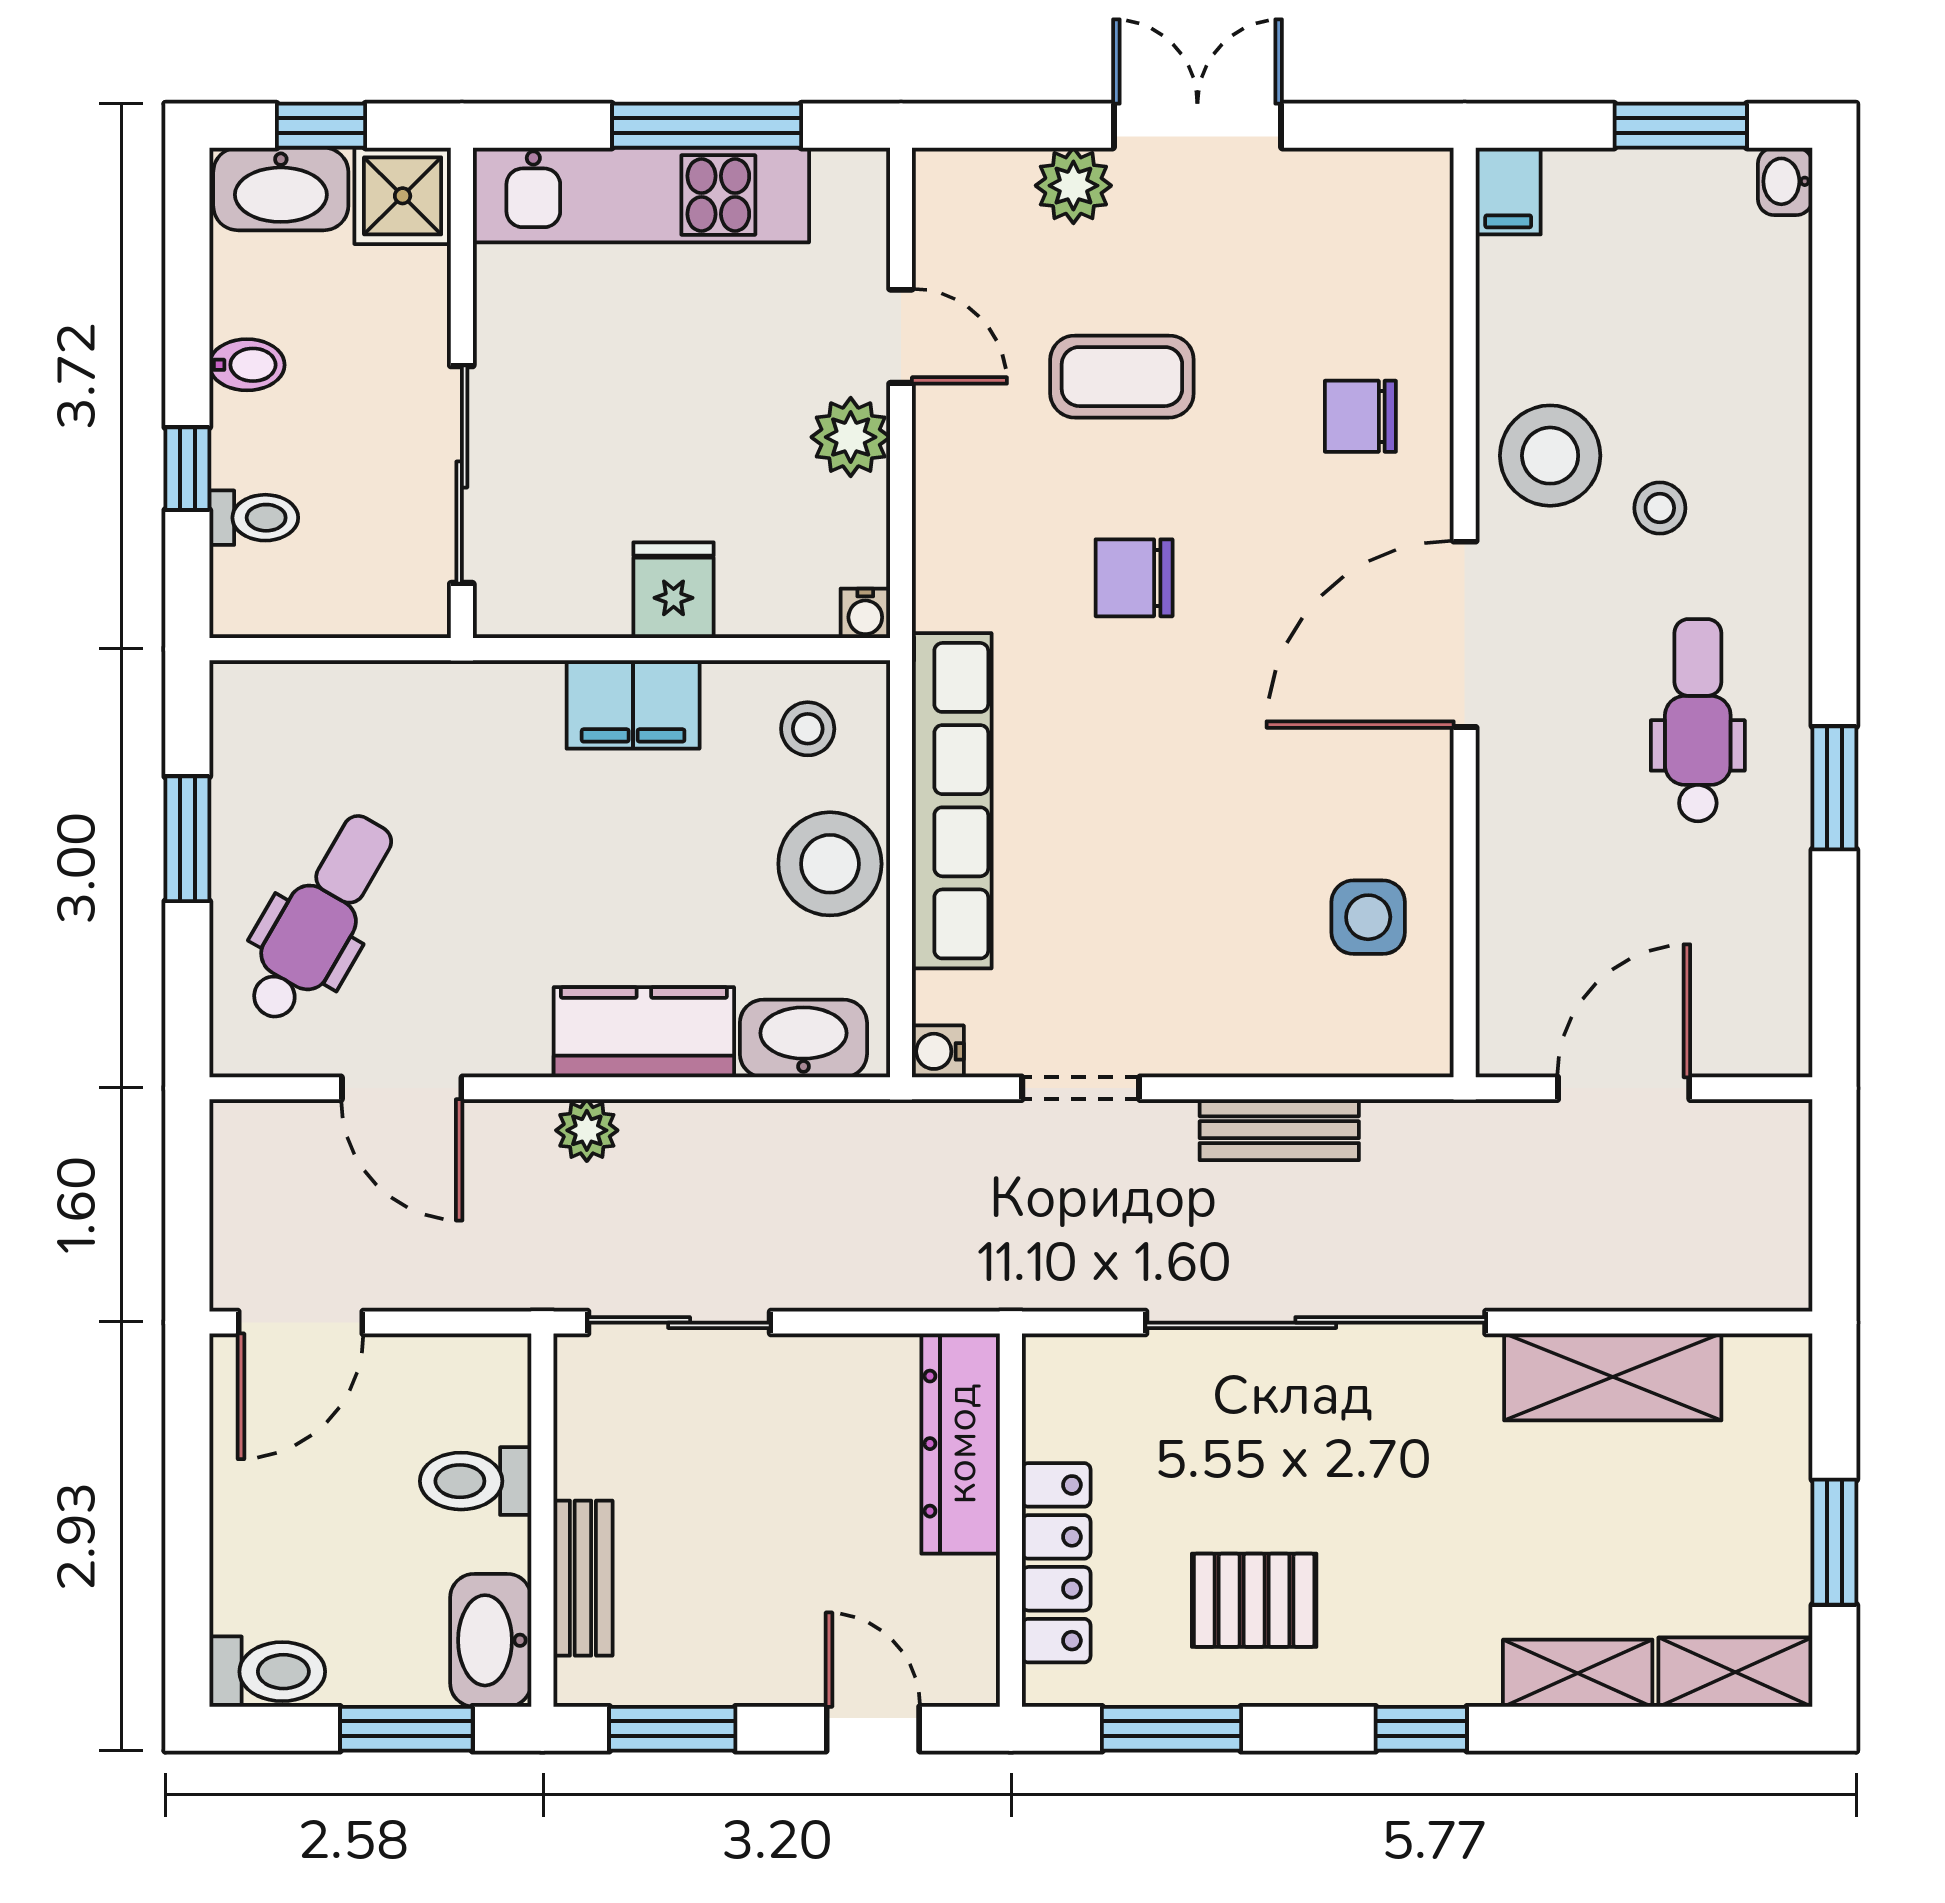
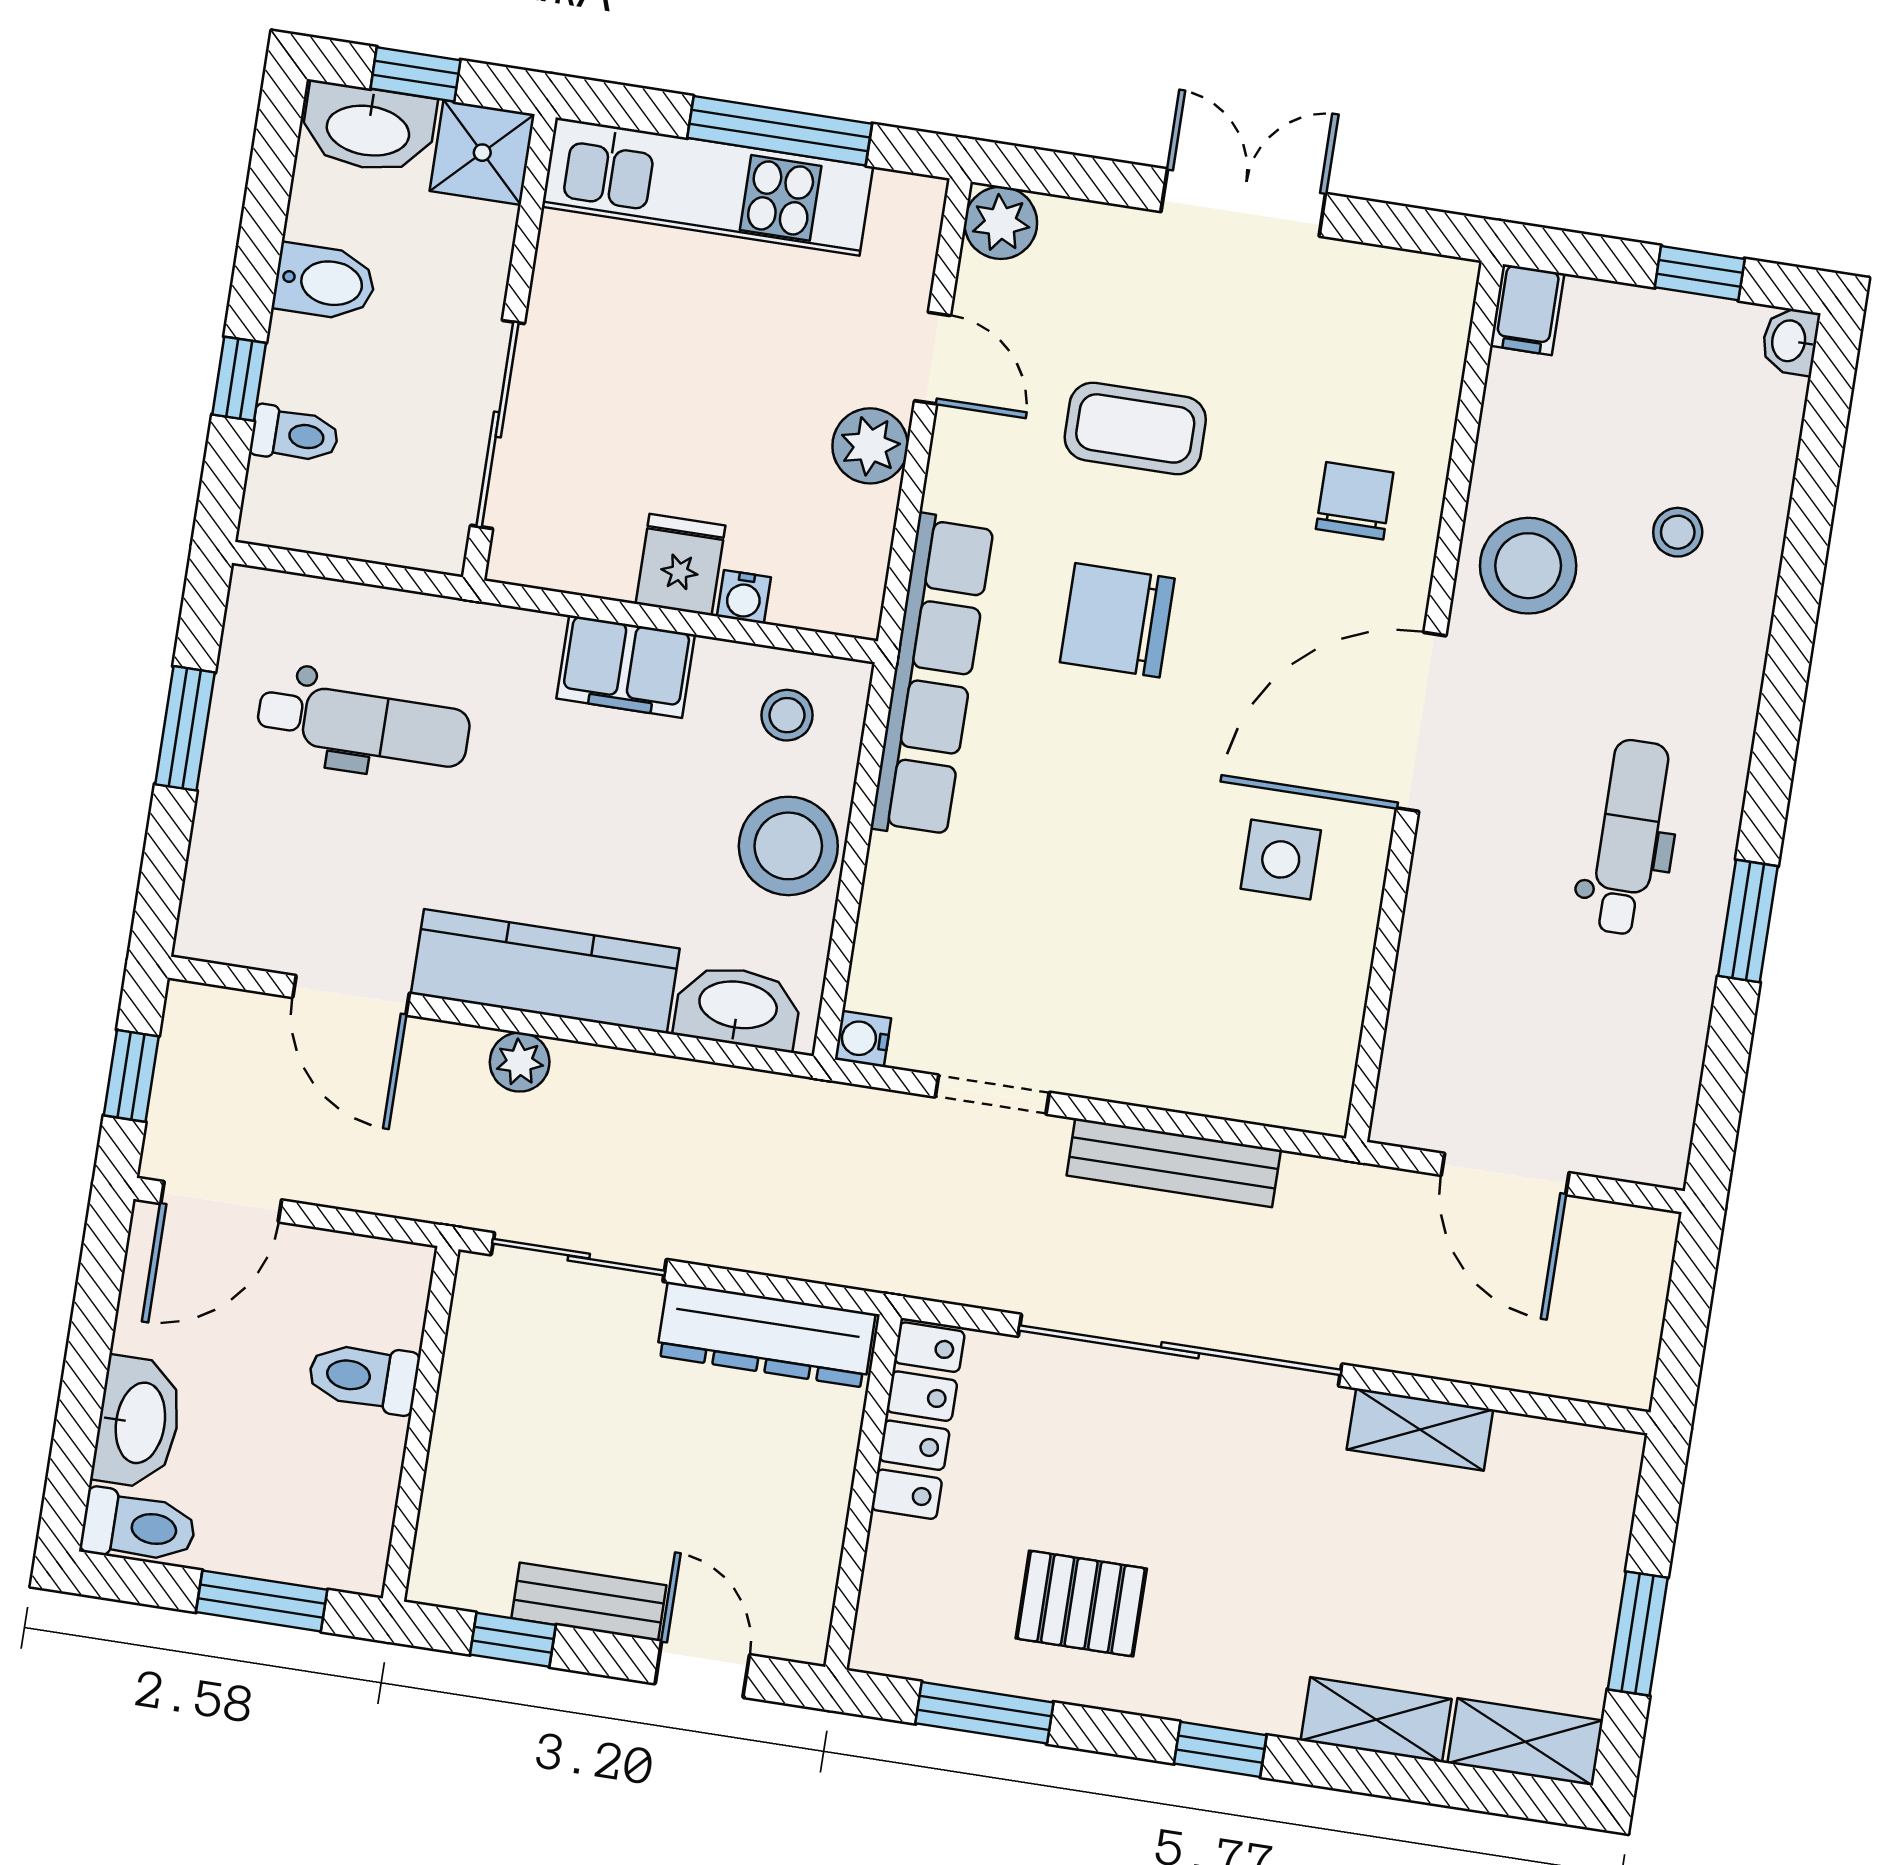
window: (1681, 126) -> (1700, 273), width x0.67
plant: (1073, 186) -> (1001, 223), moved
bidet: (247, 365) -> (325, 282), width x1.38, depth x1.36
chair: (1360, 416) -> (1355, 501), turned 90
stool: (1660, 508) -> (1678, 532), moved
chair: (1134, 578) -> (1117, 620), width x1.37, depth x1.37
water cooler: (865, 613) -> (744, 597), moved
row of seats: (952, 801) -> (932, 676), moved
side table: (1368, 917) -> (1281, 859), moved
dental chair: (320, 918) -> (363, 724), moved, turned 60
kitchen counter: (644, 1032) -> (545, 971), width x1.50
door: (1624, 1088) -> (1505, 1174), swing flipped
bench: (1279, 1130) -> (1174, 1163), width x1.36
window: (187, 1207) -> (131, 1076), added
shelving: (1613, 1377) -> (1420, 1429), width x0.67, depth x0.75
dresser: (961, 1444) -> (766, 1335), moved, turned -90
locker: (1056, 1563) -> (918, 1421), moved
bench: (583, 1578) -> (589, 1602), moved, turned 90
washbasin: (491, 1640) -> (138, 1422), moved, turned 180
window: (672, 1729) -> (513, 1640), width x0.67

